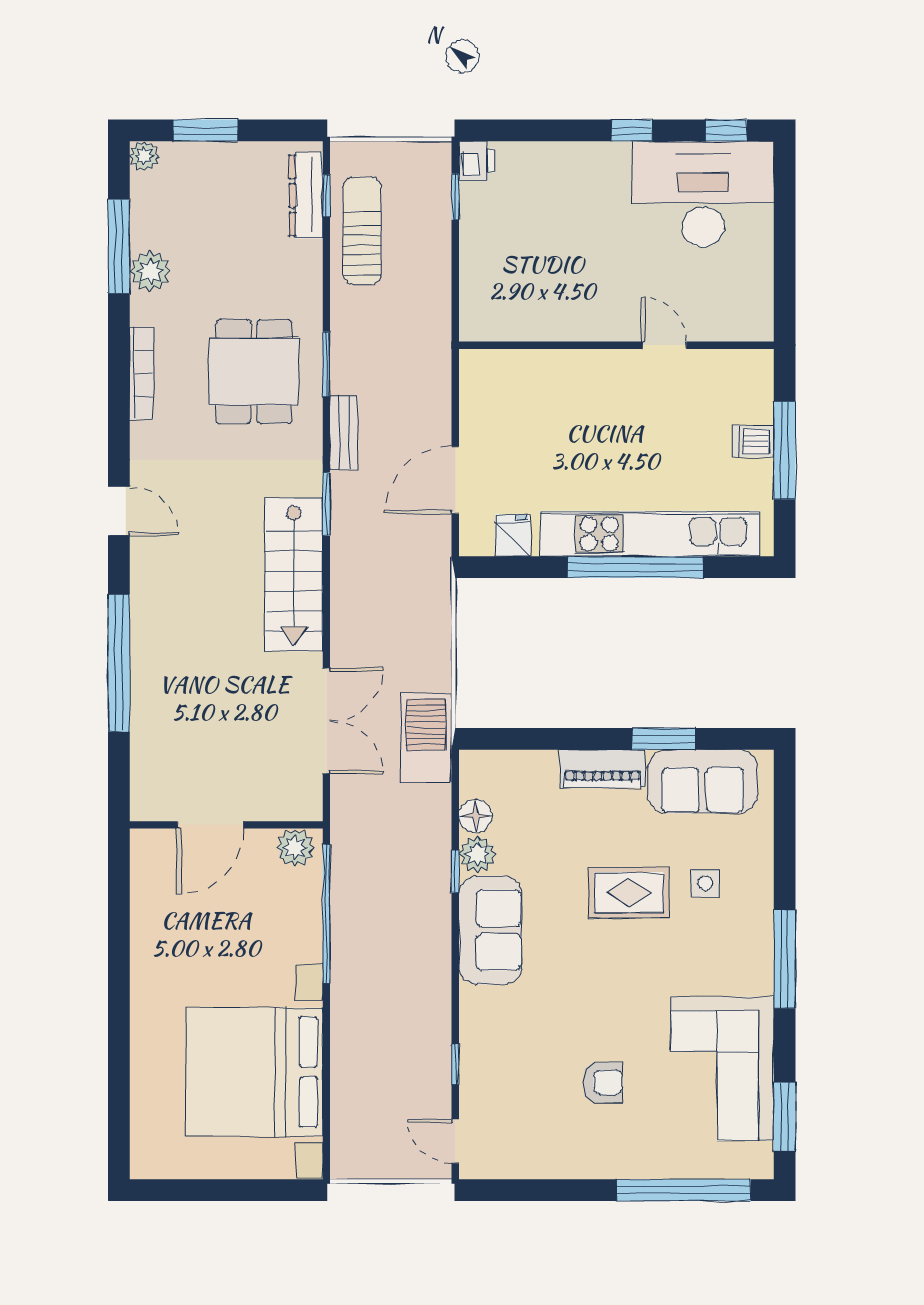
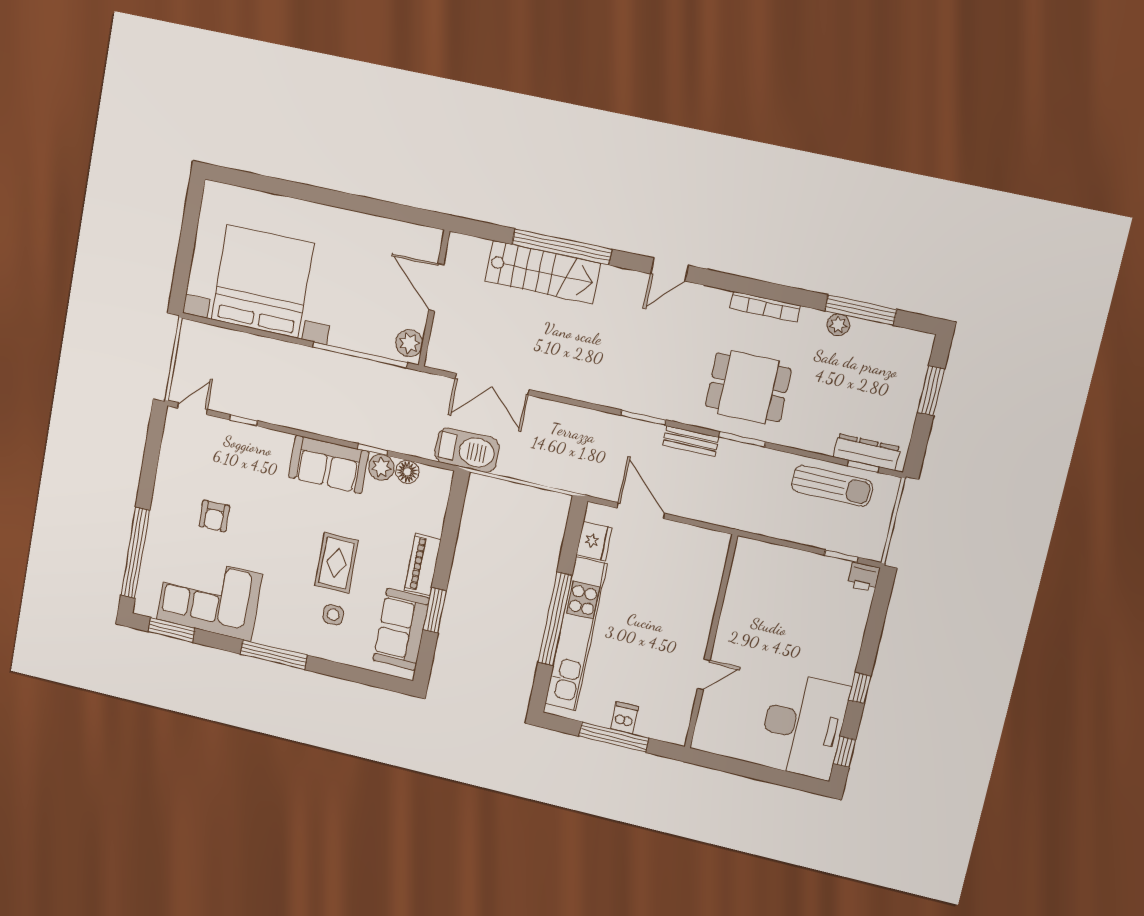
plant: (144, 156) -> (923, 343), removed
plant: (150, 271) -> (838, 325), width x0.73, depth x0.73
fridge: (513, 535) -> (594, 541), width x1.38
stairs: (294, 574) -> (543, 272), moved, turned 180

